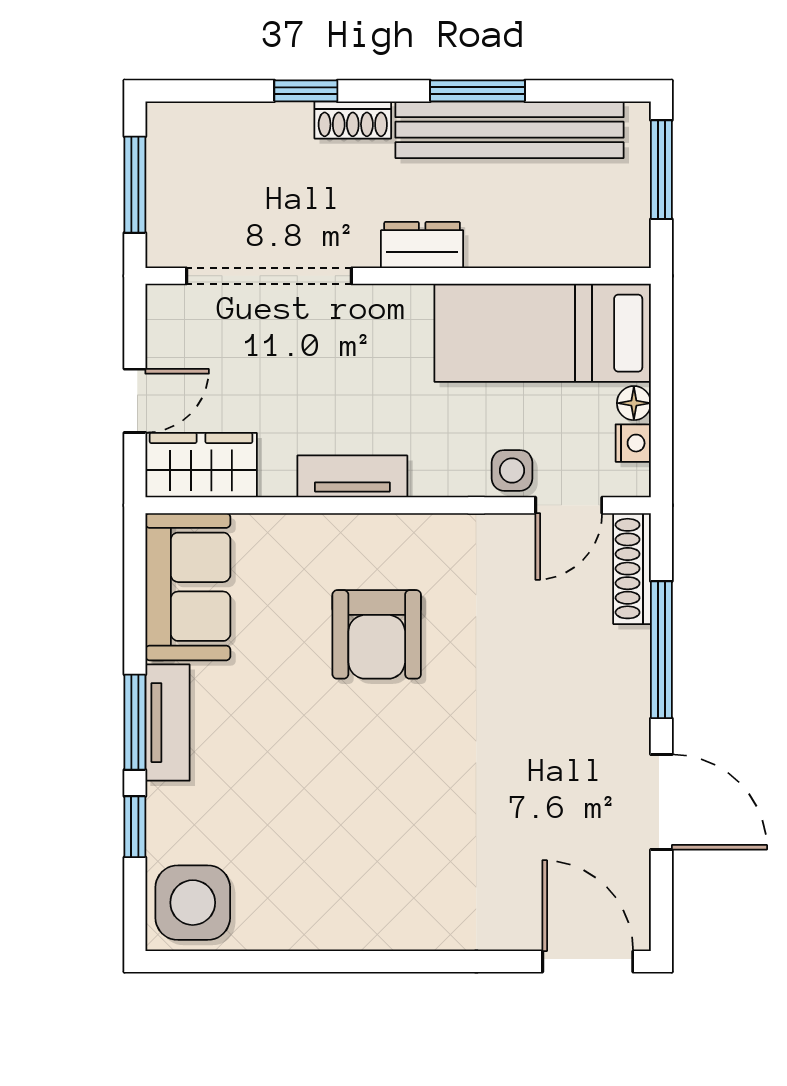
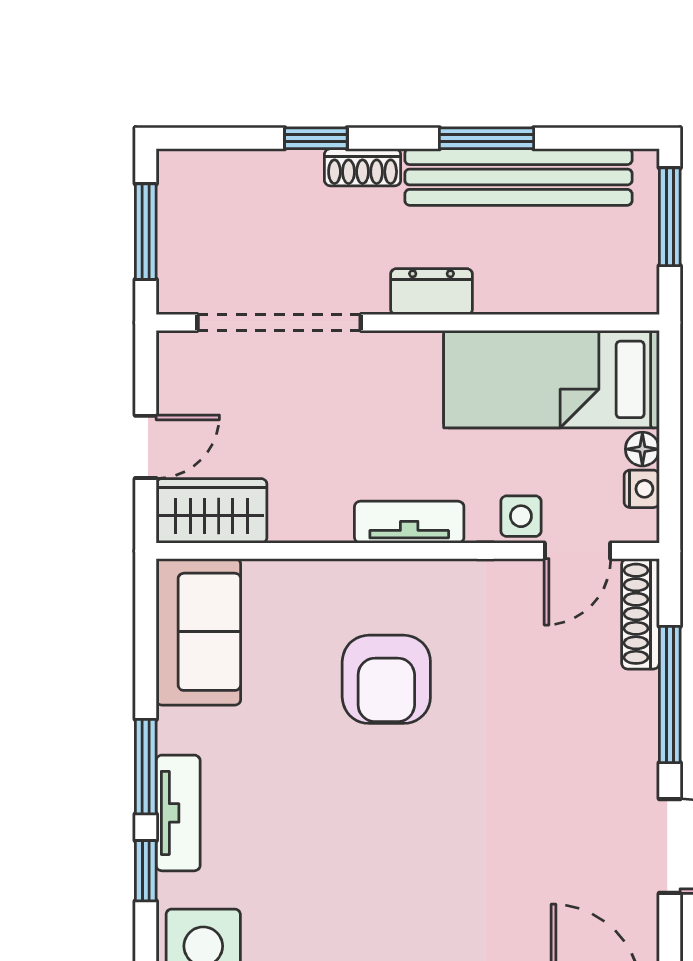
tv unit: (352, 476) -> (409, 522), moved
tv unit: (167, 723) -> (178, 813), moved

